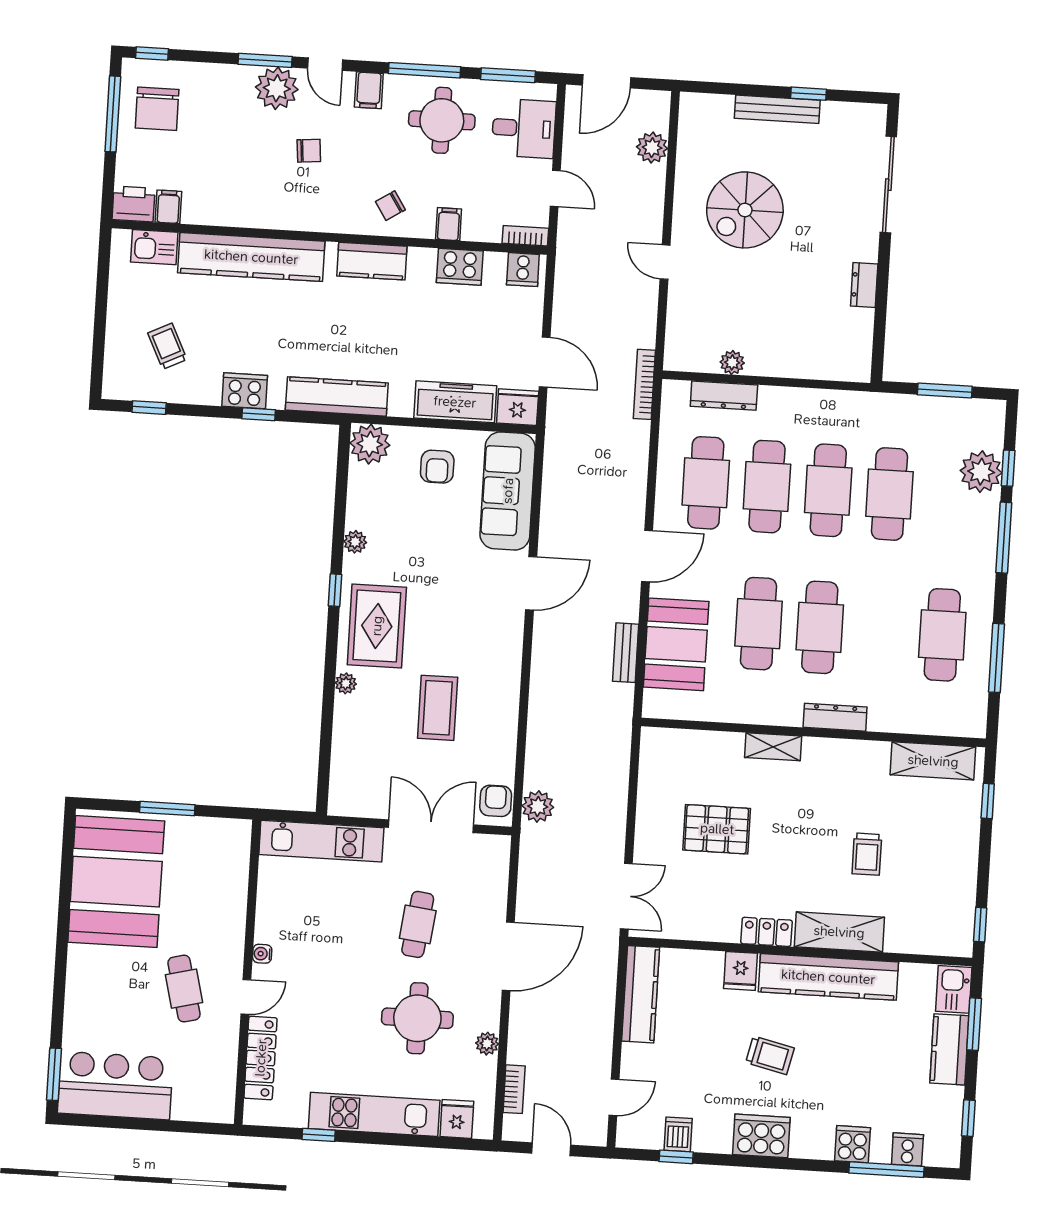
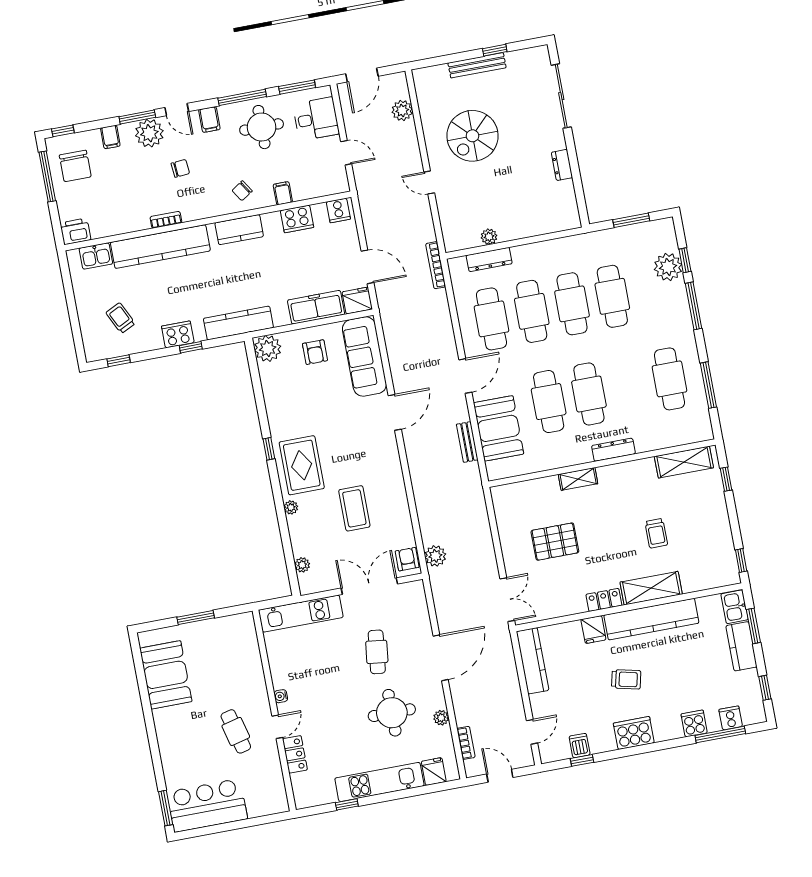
filing cabinet: (168, 207) -> (110, 137), moved, turned 180
bookcase: (525, 236) -> (166, 220), moved
plant: (355, 542) -> (302, 565), moved
booth: (116, 882) -> (166, 675), width x0.73, depth x0.70
locker: (261, 1058) -> (295, 754), width x0.66

